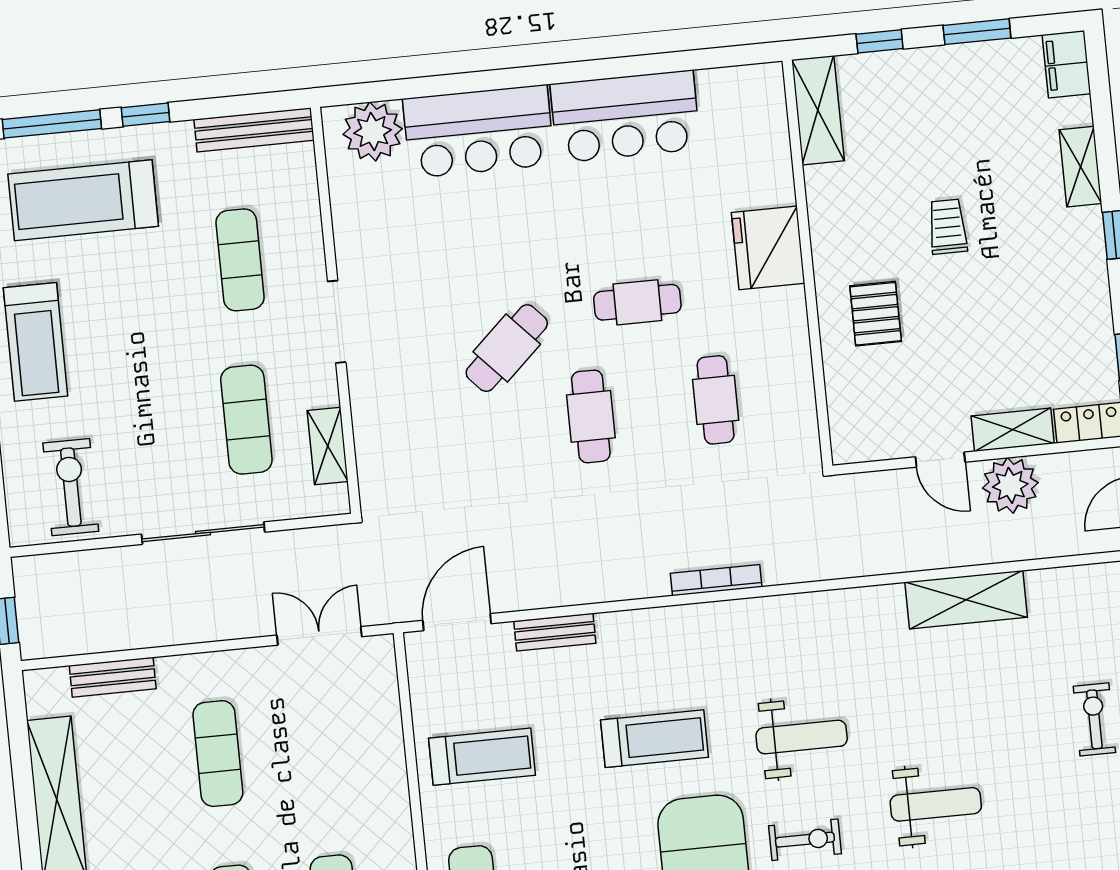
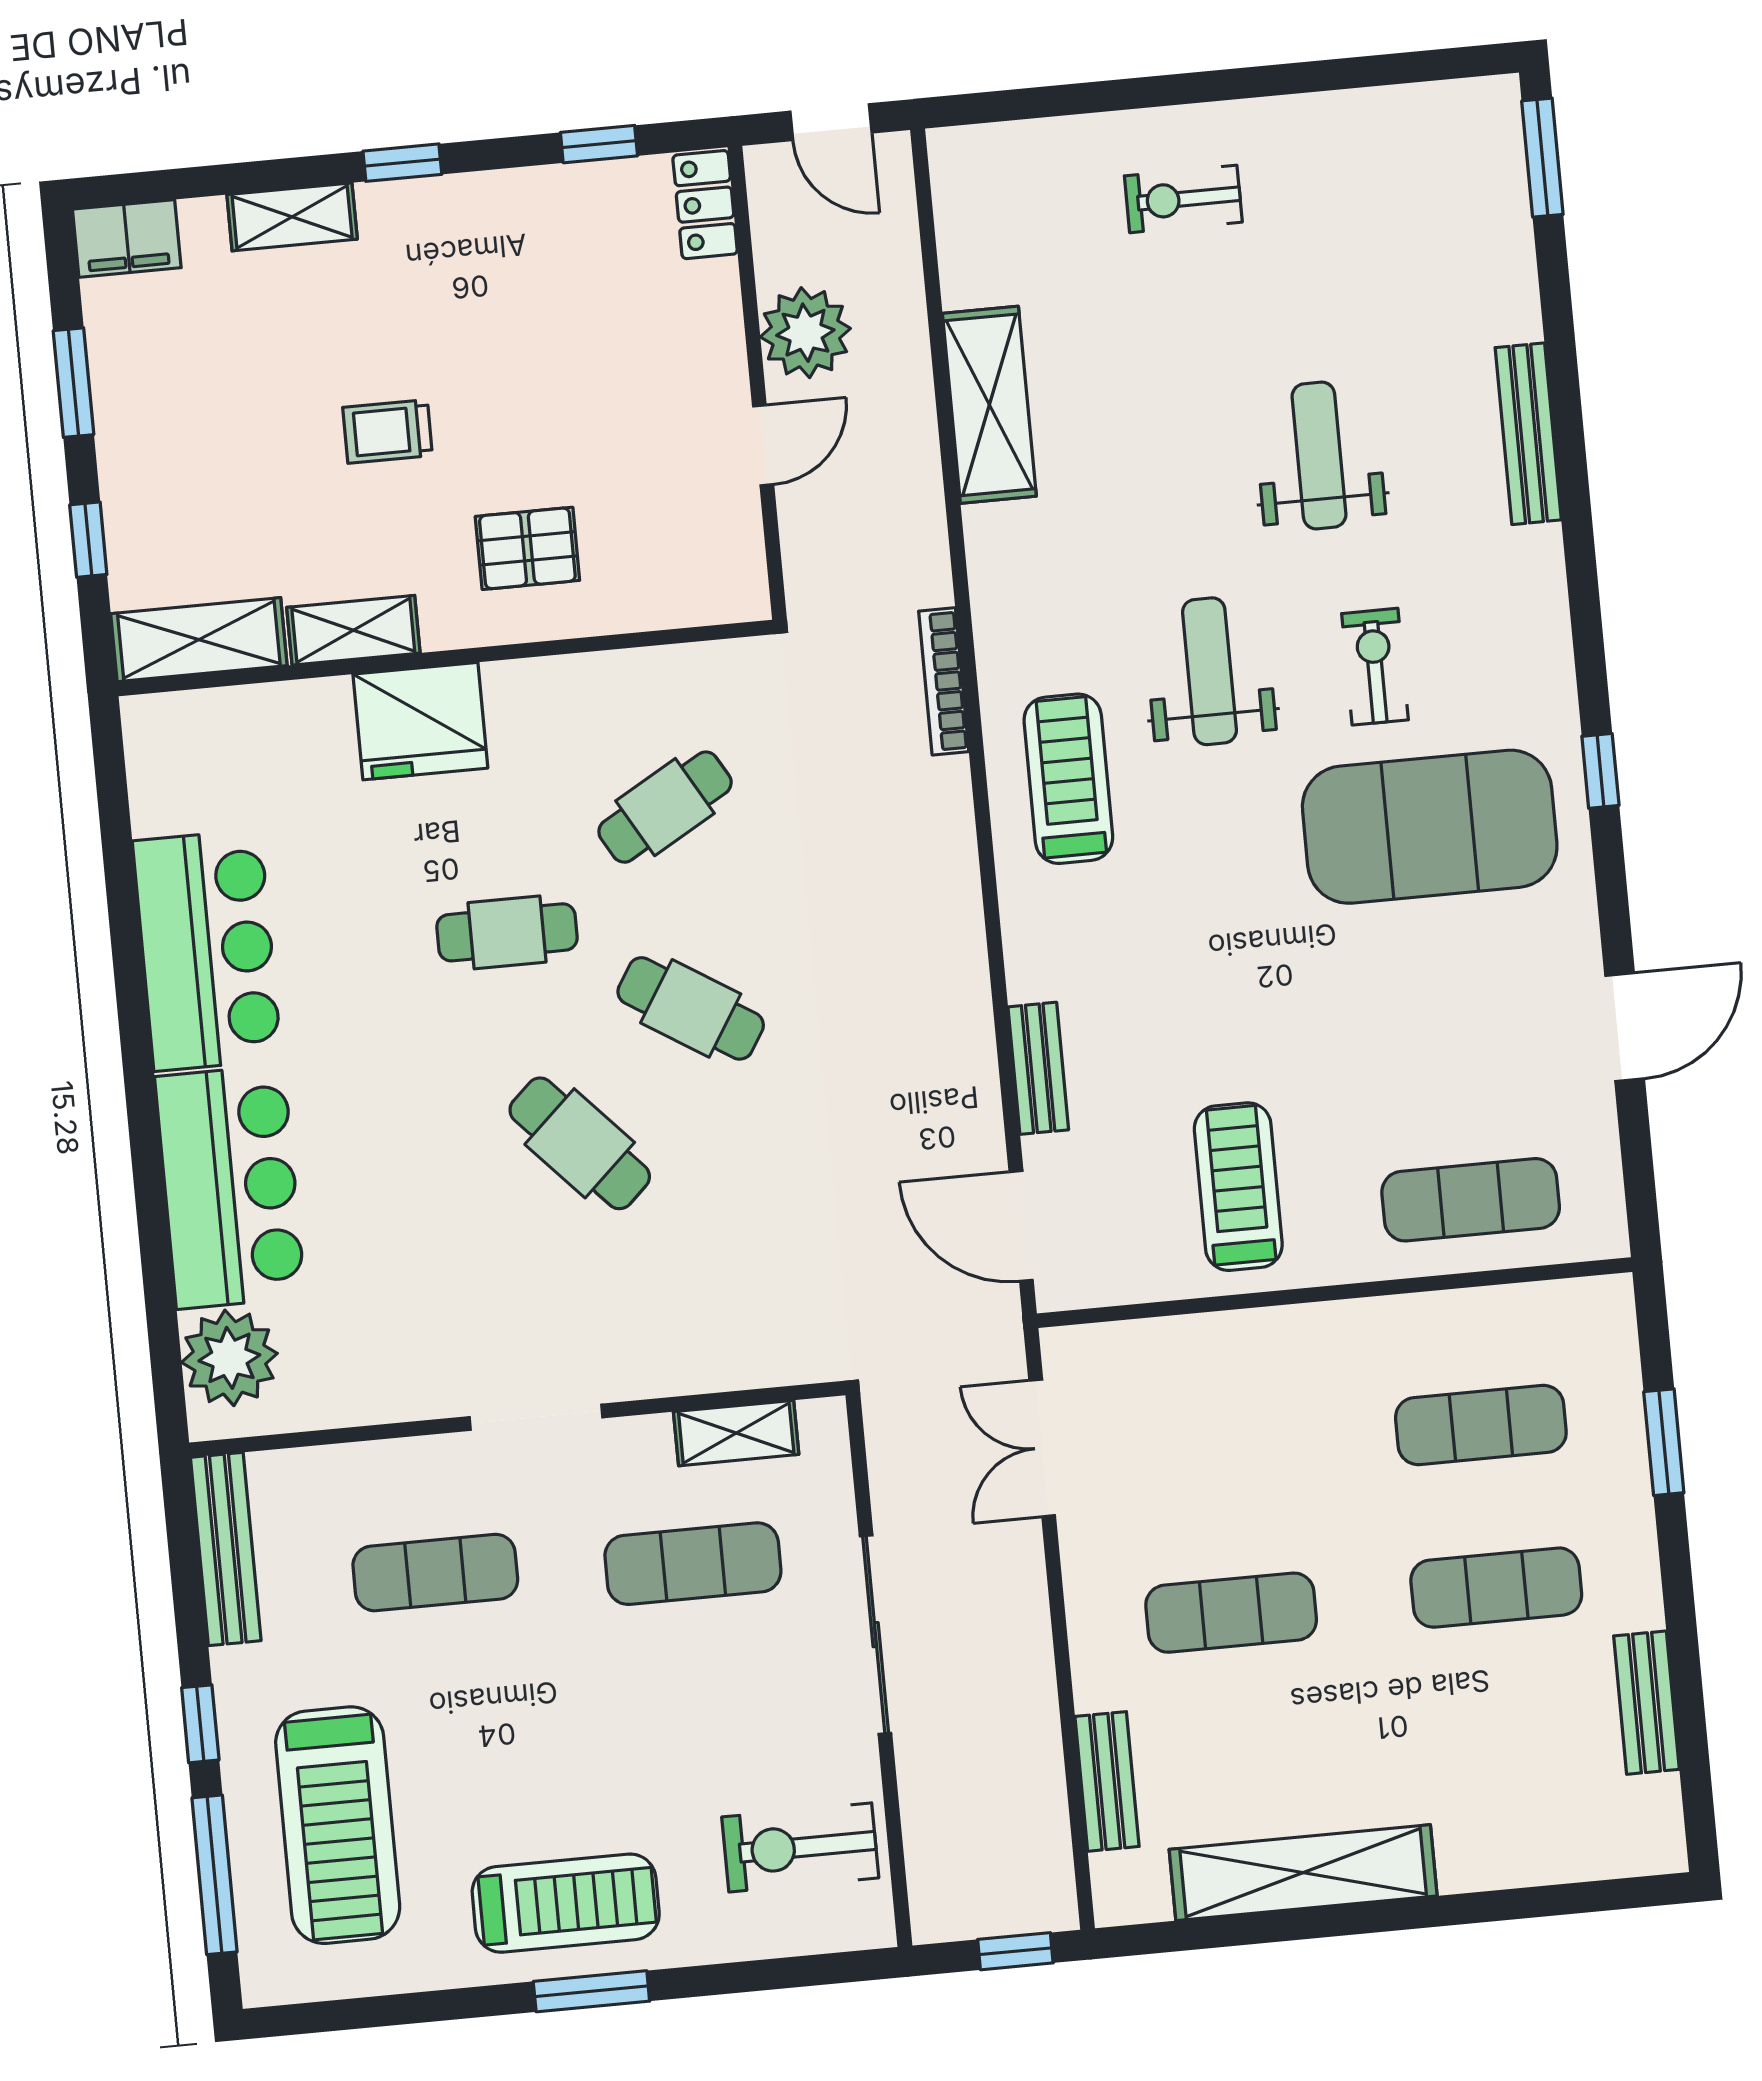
cafe table: (637, 302) -> (507, 932), turned 90
cafe table: (716, 400) -> (665, 807), turned -30
cafe table: (591, 416) -> (691, 1008), turned 32
shelving: (1013, 430) -> (353, 630), moved, turned 90
bookcase: (716, 580) -> (944, 681), moved
treadmill: (654, 739) -> (1068, 779), moved

